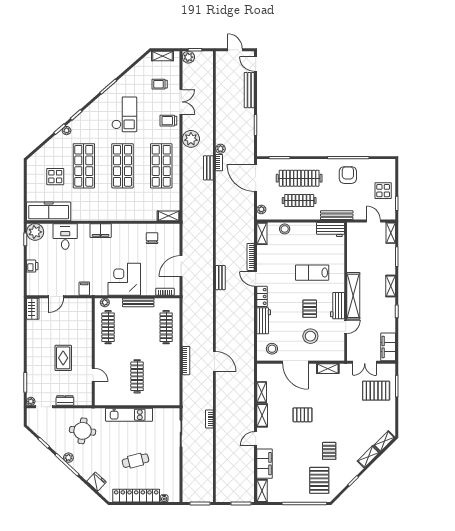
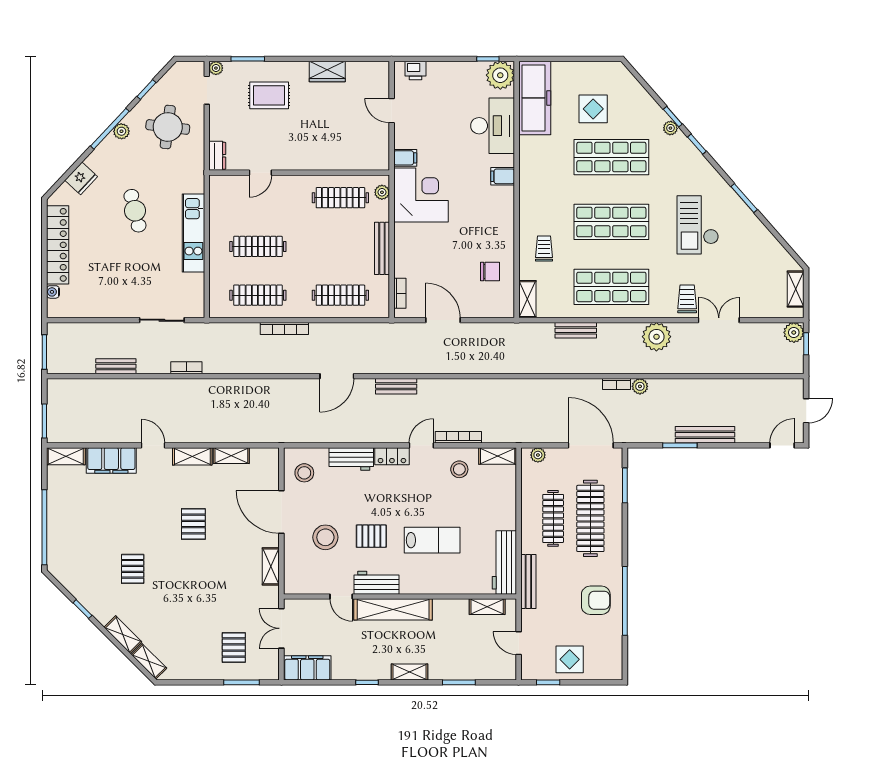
trolley: (160, 84) -> (544, 249), moved
bench: (249, 90) -> (705, 435), moved
double door: (181, 102) -> (719, 320), swing flipped
checkout: (124, 114) -> (698, 225), turned 90
bench: (208, 168) -> (576, 330), moved
door: (256, 178) -> (591, 445), hinge flipped
door: (373, 221) -> (519, 643), swing flipped
stool: (285, 229) -> (459, 469), moved
workbench: (331, 230) -> (504, 562), width x1.38
filing cabinet: (101, 231) -> (503, 176), width x0.50
shelving: (391, 233) -> (487, 607), moved
desk: (65, 237) -> (493, 126), width x1.37
printer: (32, 266) -> (416, 70), moved
lab bench: (312, 273) -> (432, 540), turned 90
bench: (220, 278) -> (396, 386), moved
corner desk: (124, 279) -> (421, 195), moved
wardrobe: (33, 309) -> (327, 71), moved
rug: (63, 358) -> (269, 95), moved
door: (214, 361) -> (337, 376), moved
door: (295, 362) -> (281, 512), hinge flipped
clothes rail: (166, 376) -> (258, 295), added
pallet: (376, 391) -> (234, 647), width x0.67, depth x0.71
dresser: (65, 401) -> (217, 156), moved
round table: (83, 431) -> (168, 127), moved
pallet: (329, 451) -> (133, 569), turned 90
cafe table: (135, 461) -> (135, 211), moved
bench: (208, 461) -> (116, 366), added
pallet: (319, 480) -> (83, 552), removed

